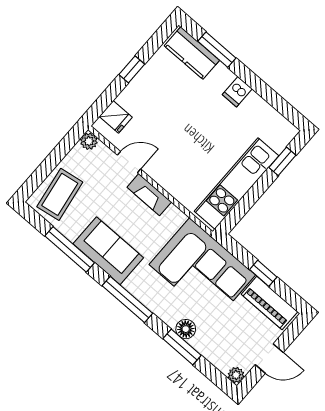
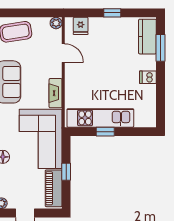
window: (282, 161) -> (105, 132), moved
fireplace: (149, 195) -> (56, 93), moved

